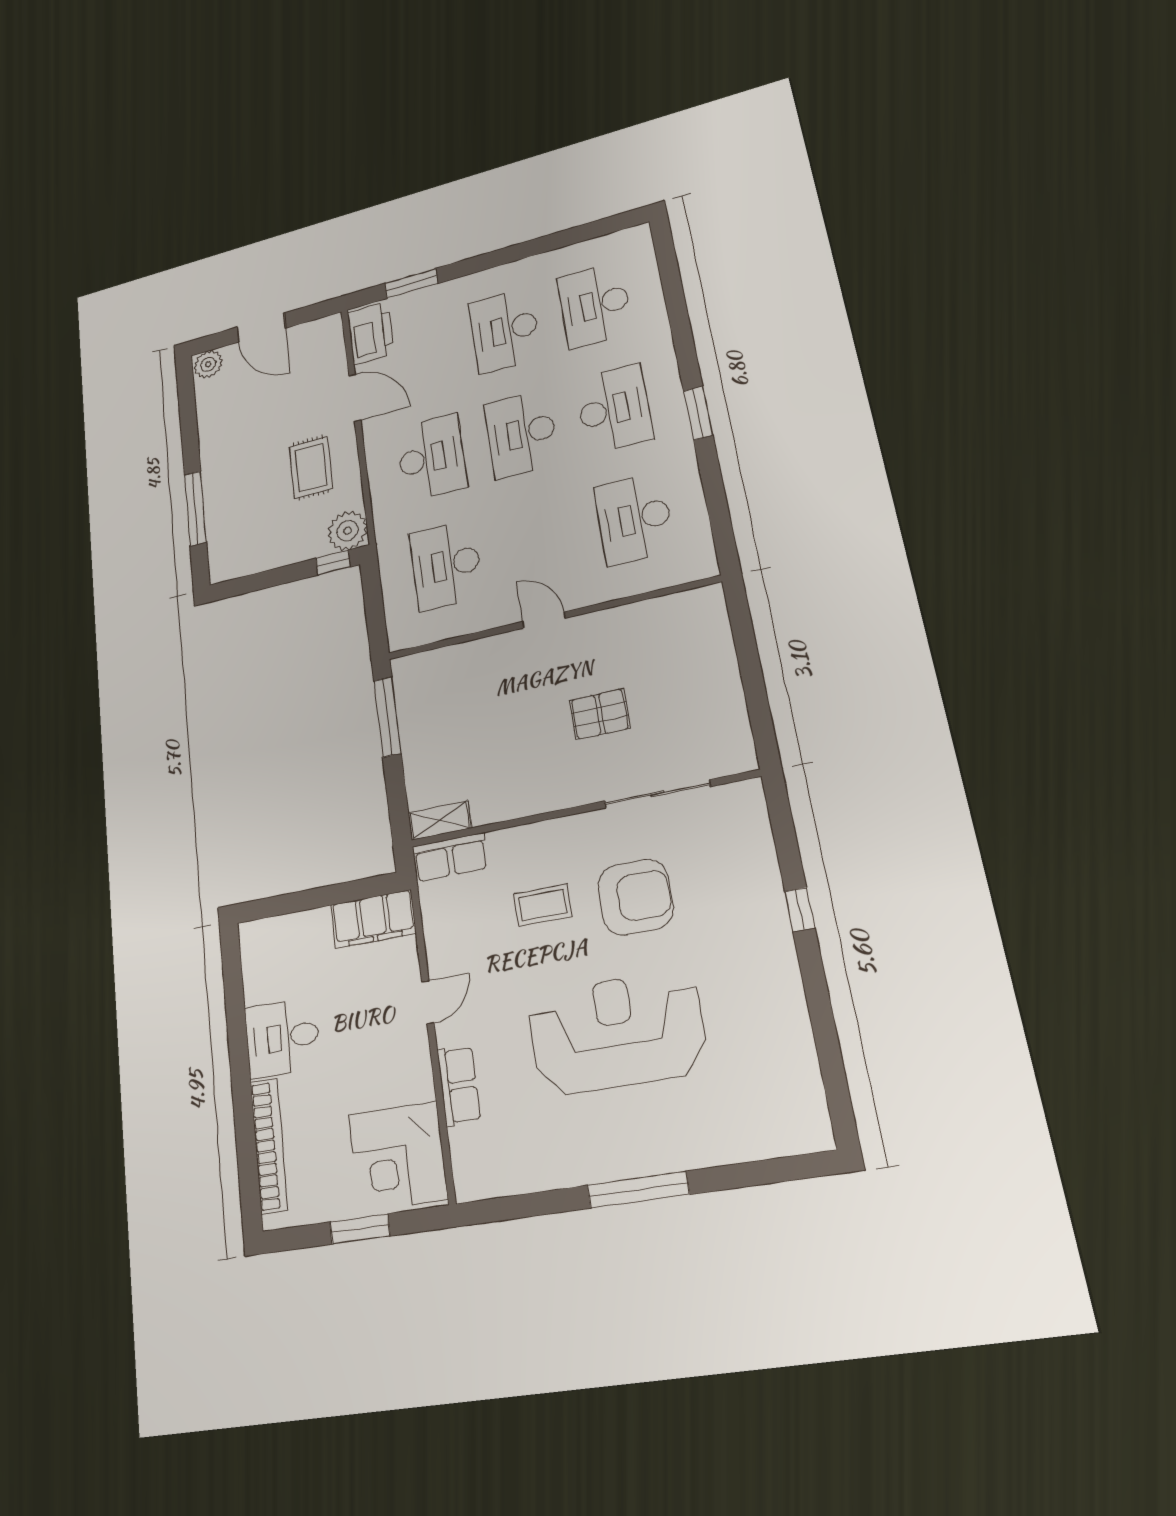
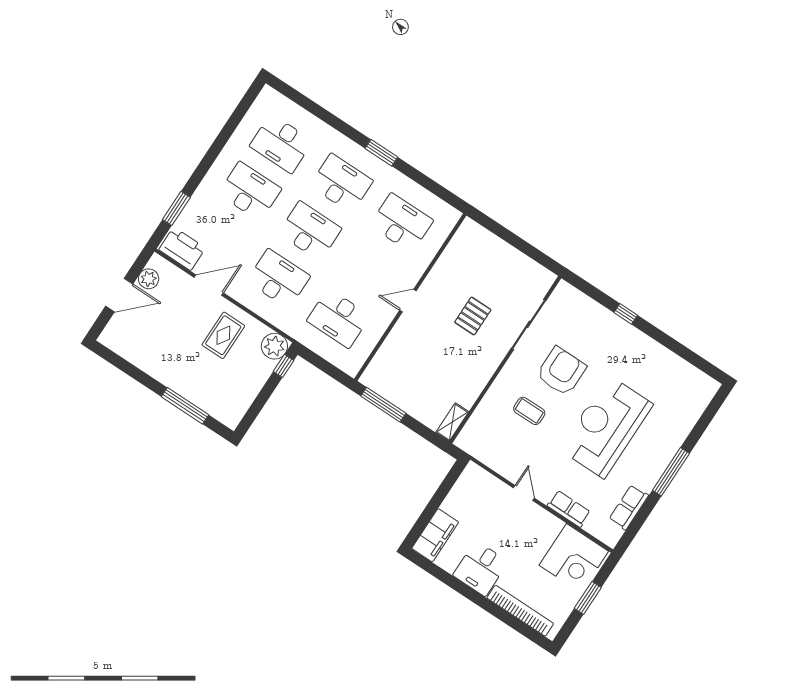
desk: (505, 330) -> (250, 191), turned 180
plant: (208, 364) -> (149, 279), moved
desk: (521, 434) -> (310, 231), turned 180
rug: (311, 468) -> (223, 335), turned 90
desk: (634, 519) -> (401, 223), turned 180
row of seats: (450, 857) -> (629, 507), moved, turned 180
coffee table: (543, 905) -> (529, 411), turned 90
filing cabinet: (373, 919) -> (435, 535), moved

